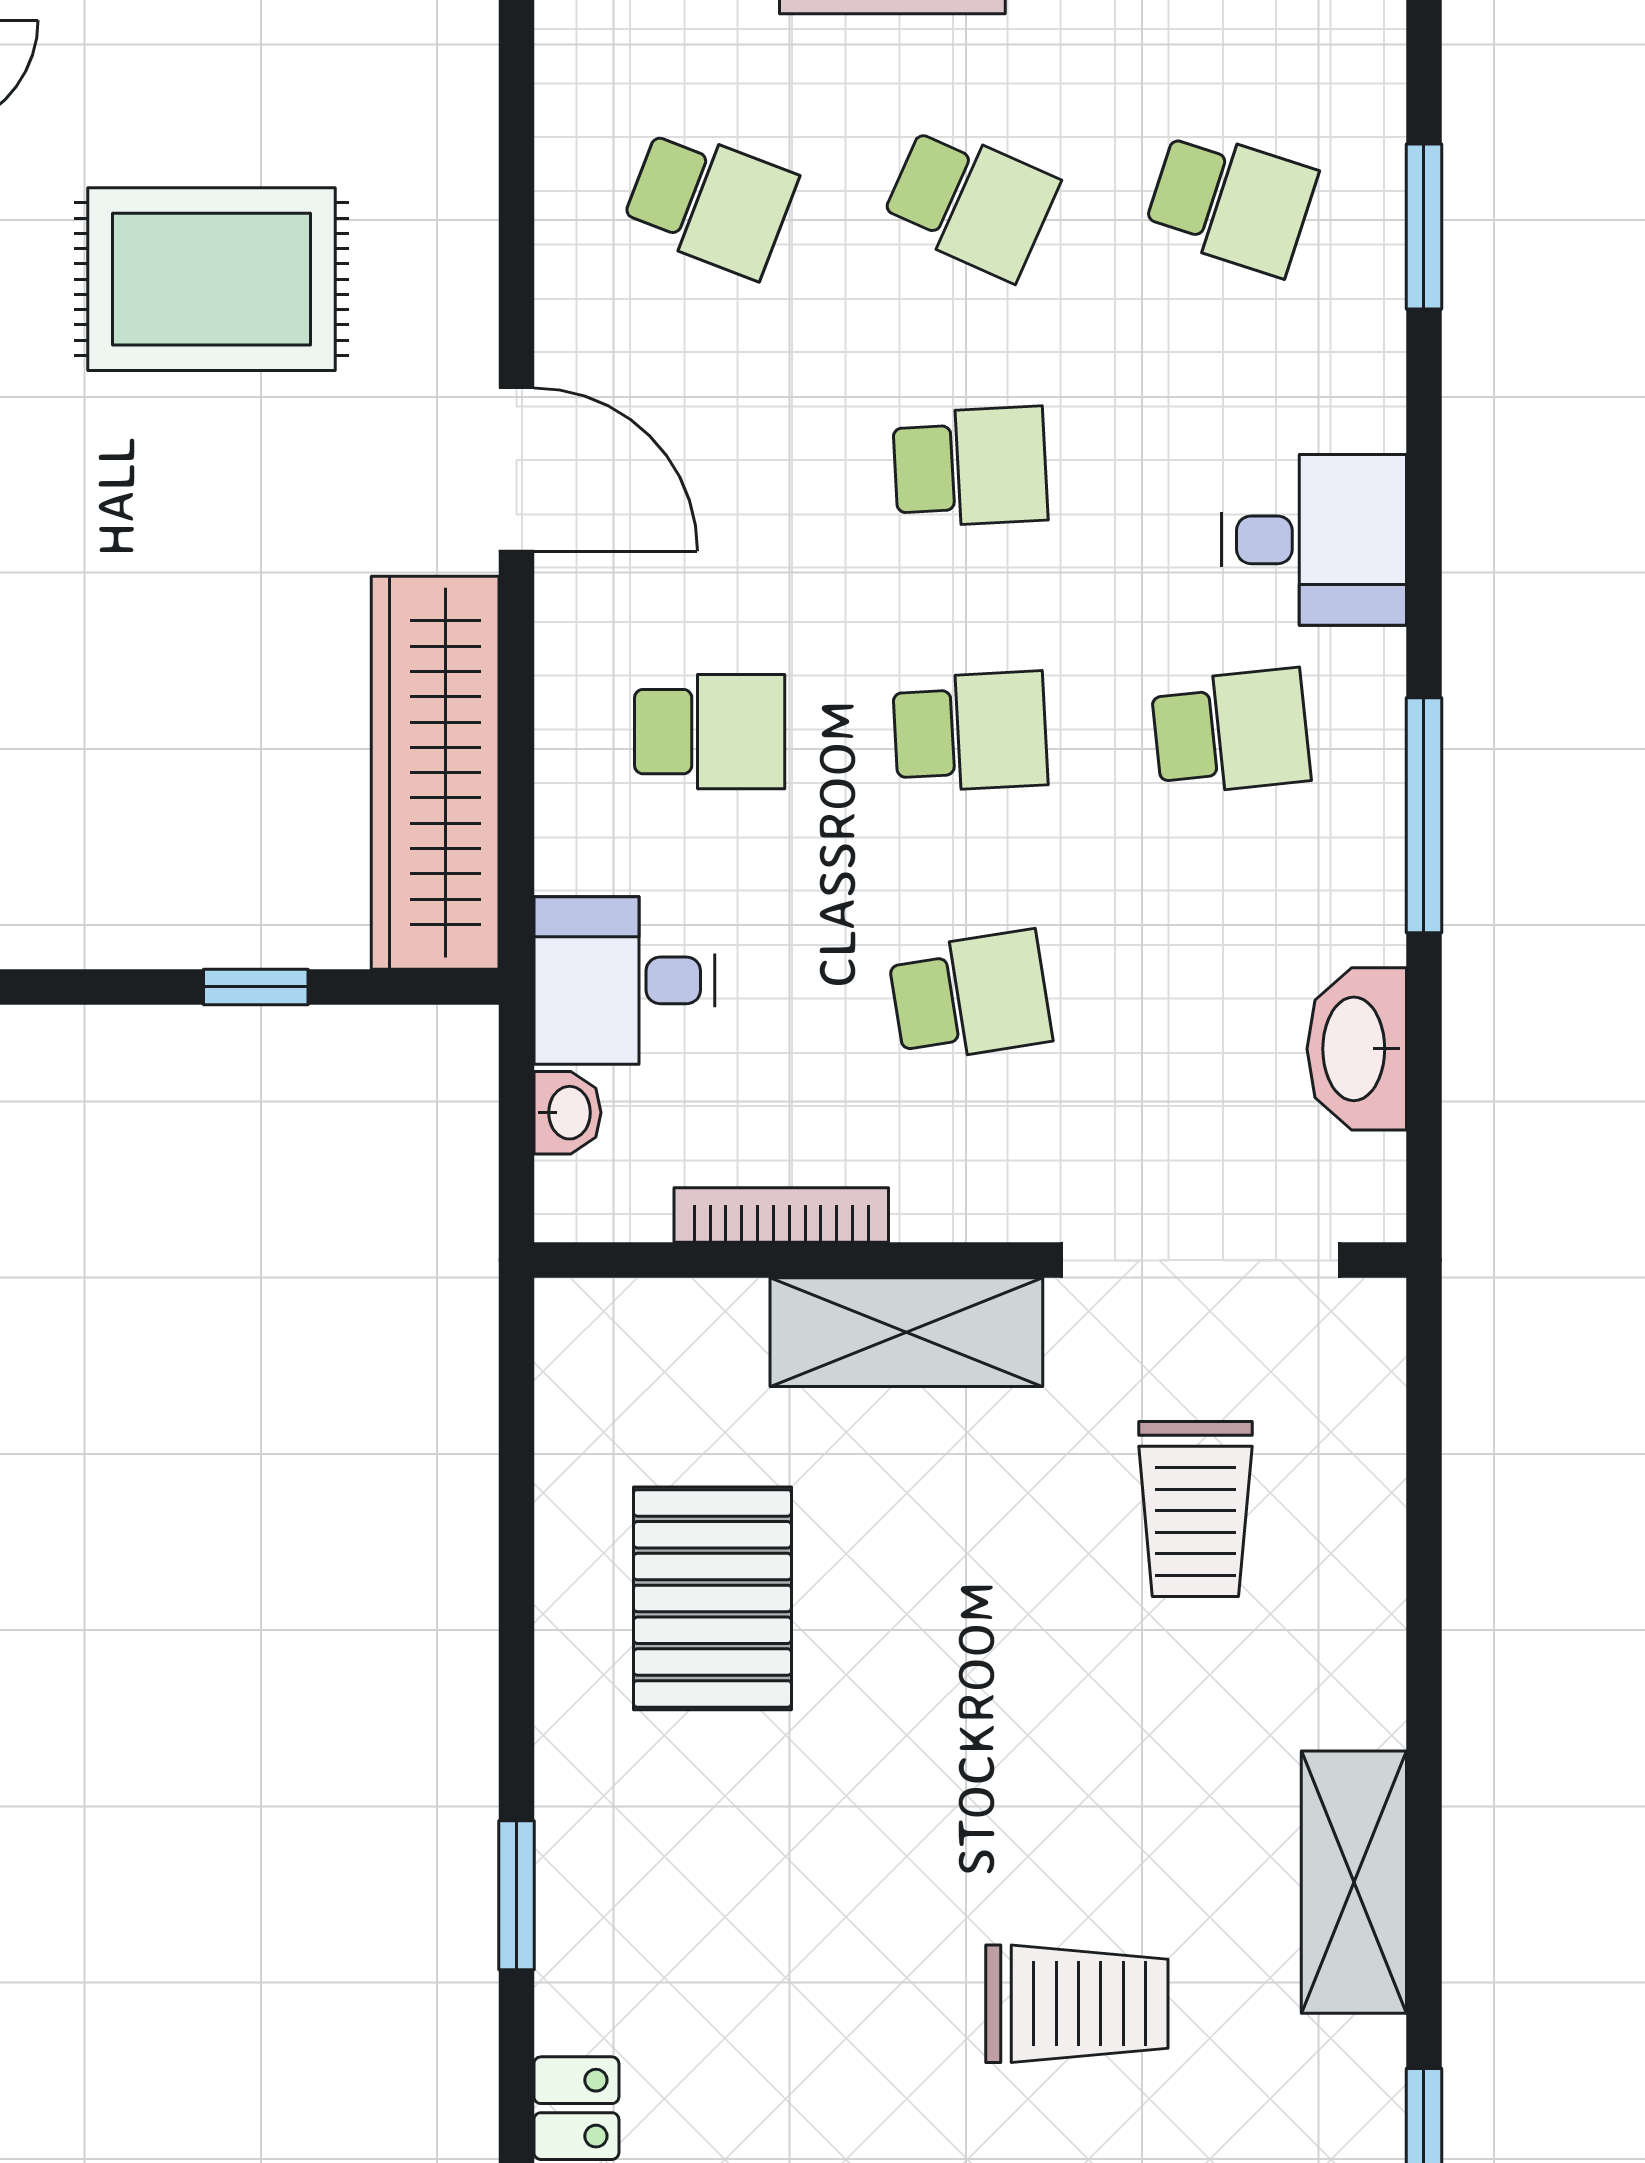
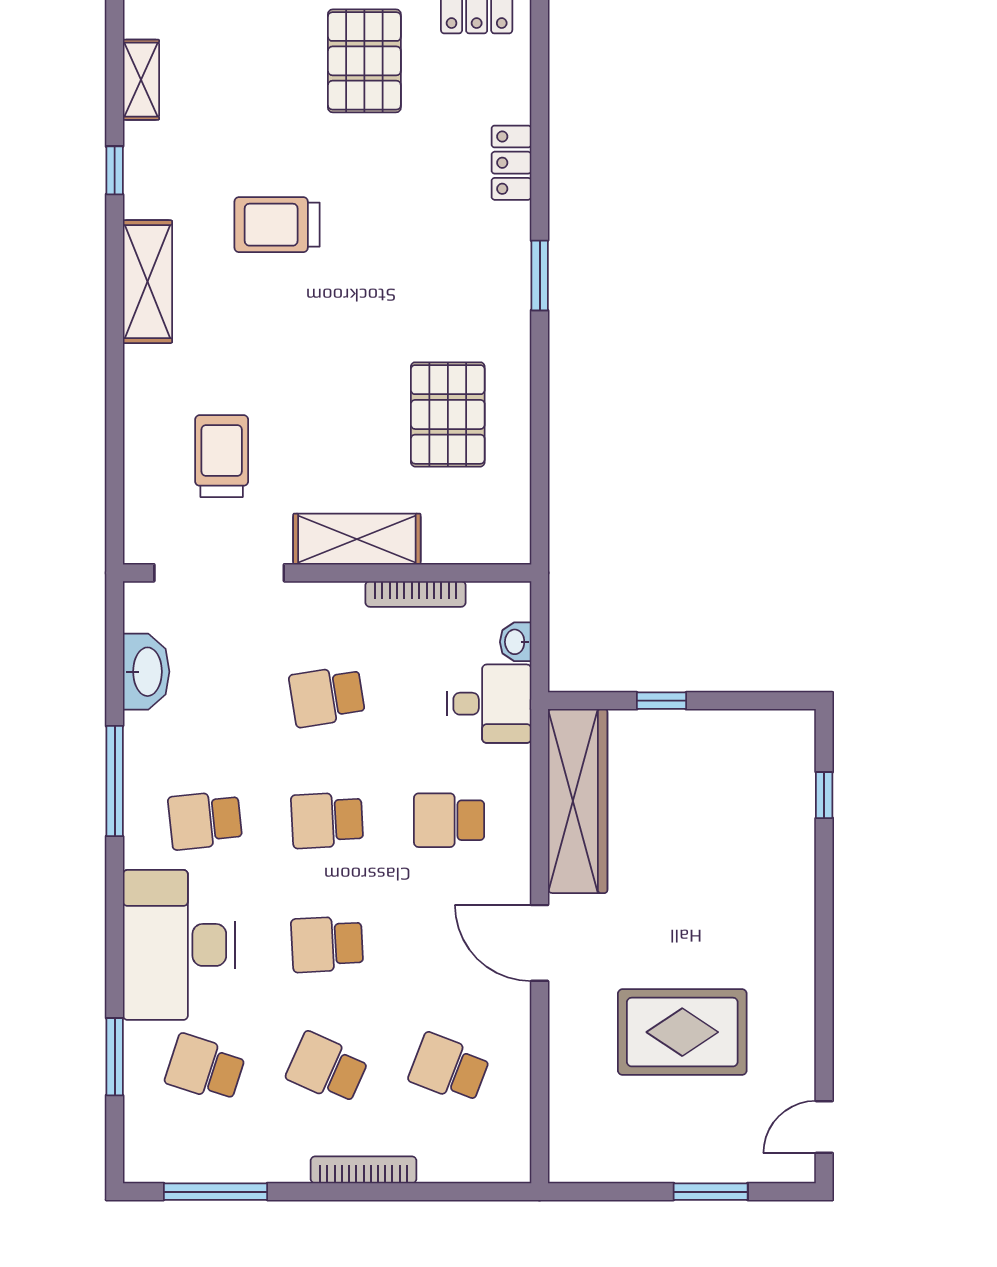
desk: (1314, 540) -> (179, 945), width x1.87, depth x1.30

